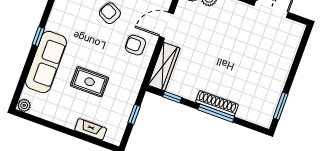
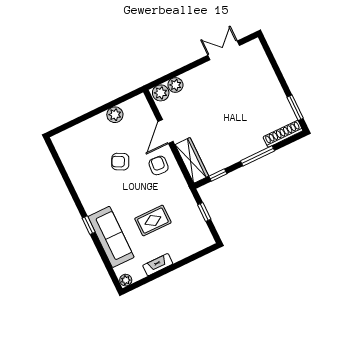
armchair: (135, 45) -> (159, 165), turned 94
shoe rack: (217, 103) -> (283, 134), moved
fireplace: (91, 129) -> (158, 265), moved

